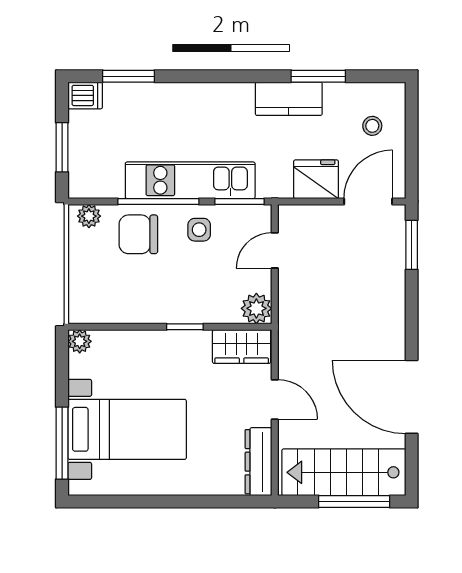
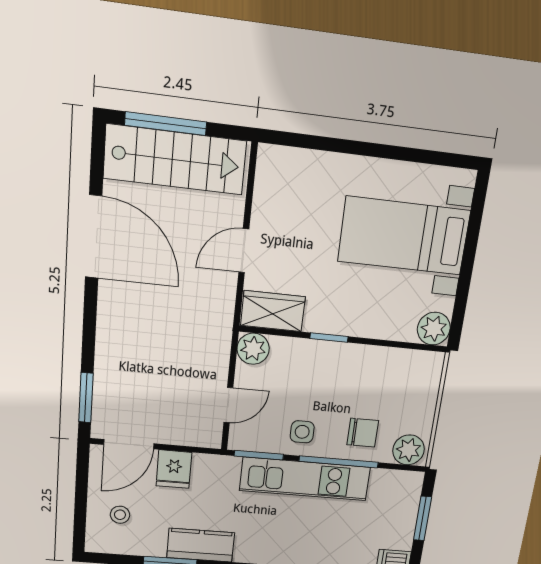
fridge: (316, 179) -> (174, 469), width x0.72
plant: (89, 216) -> (409, 450), width x1.38, depth x1.38
chair: (138, 234) -> (363, 433), width x0.73, depth x0.73
plant: (80, 341) -> (434, 329), width x1.38, depth x1.38
door: (275, 400) -> (244, 251), hinge flipped
window: (62, 443) -> (474, 229), removed
dresser: (258, 462) -> (268, 183), removed

